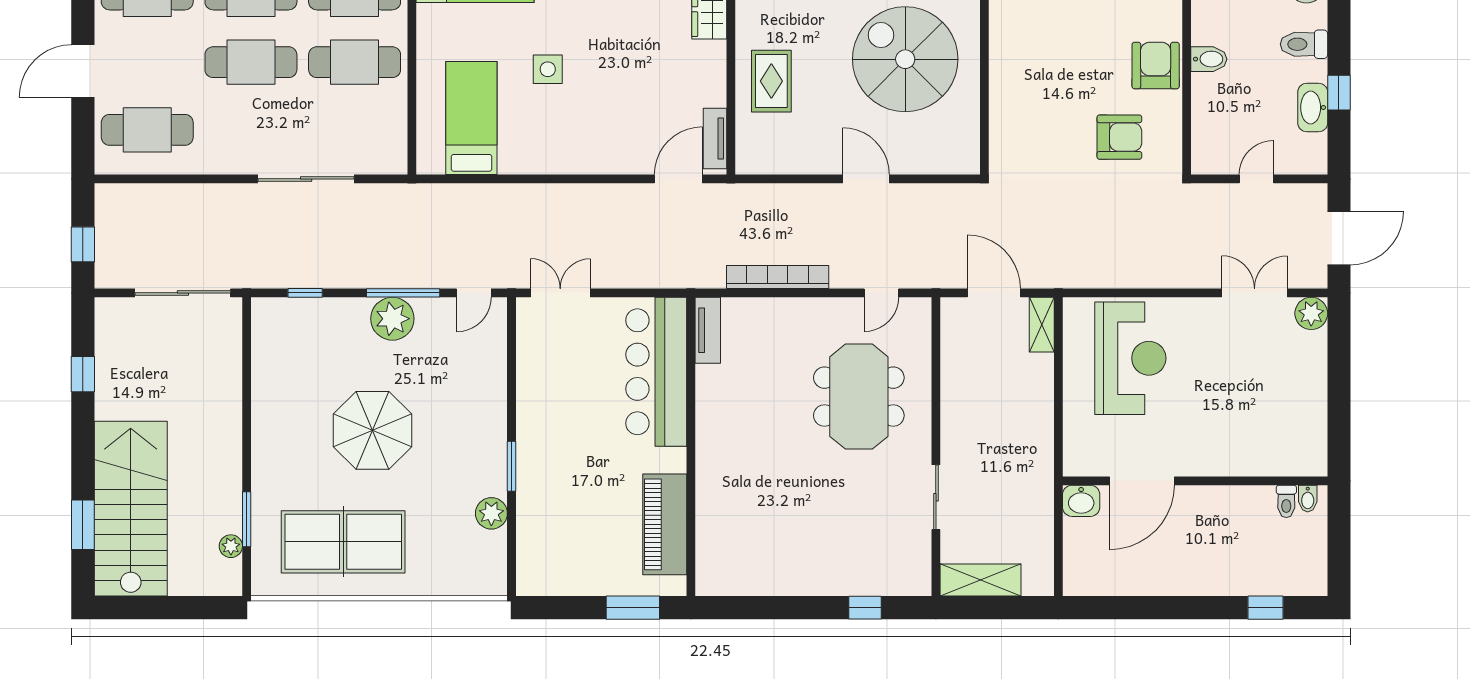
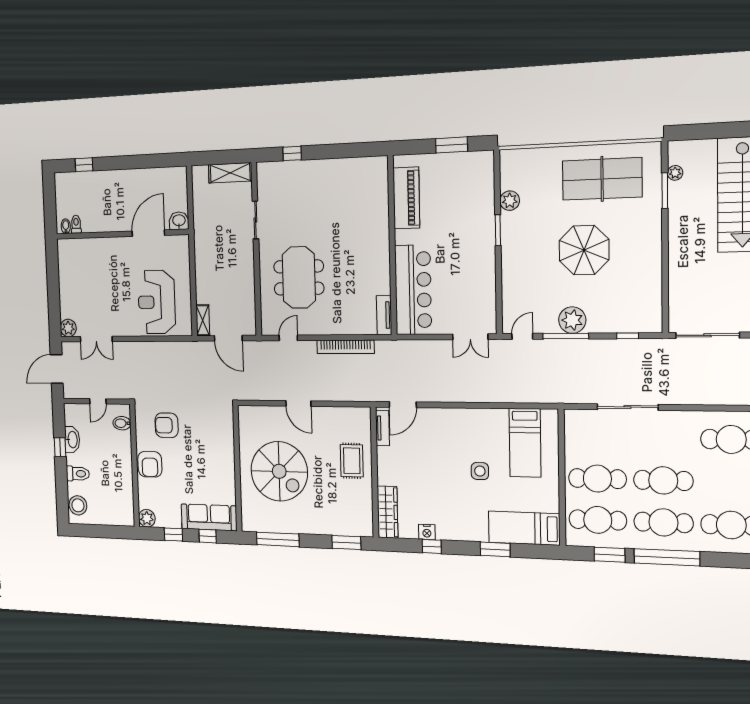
bidet: (1209, 59) -> (122, 423), moved
window: (633, 608) -> (451, 145), moved

